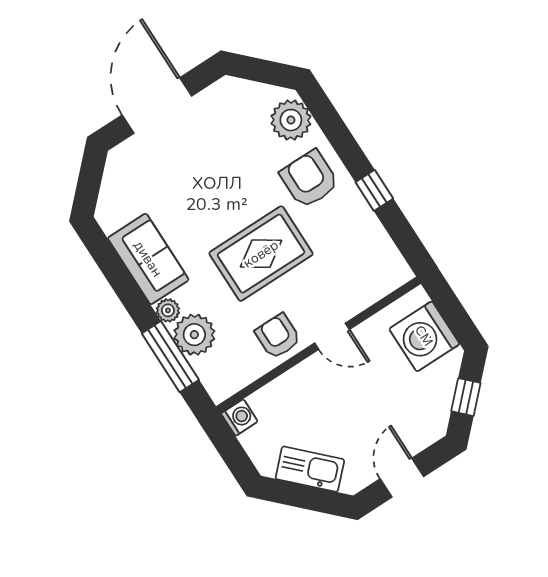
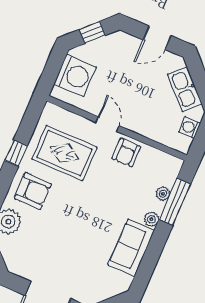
armchair: (309, 179) -> (33, 191), turned -90
rug: (261, 254) -> (64, 153), moved
plant: (194, 335) -> (163, 194), width x0.53, depth x0.53
washing machine: (239, 417) -> (190, 128), moved

